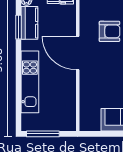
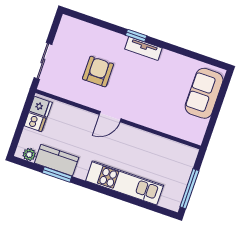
door: (78, 53) -> (110, 117), width x0.53

